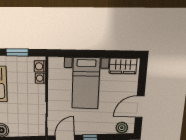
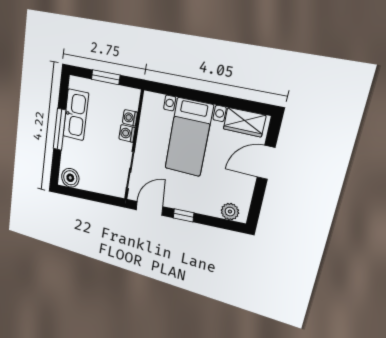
washing machine: (40, 66) -> (127, 133), moved
door: (140, 107) -> (266, 162), moved

